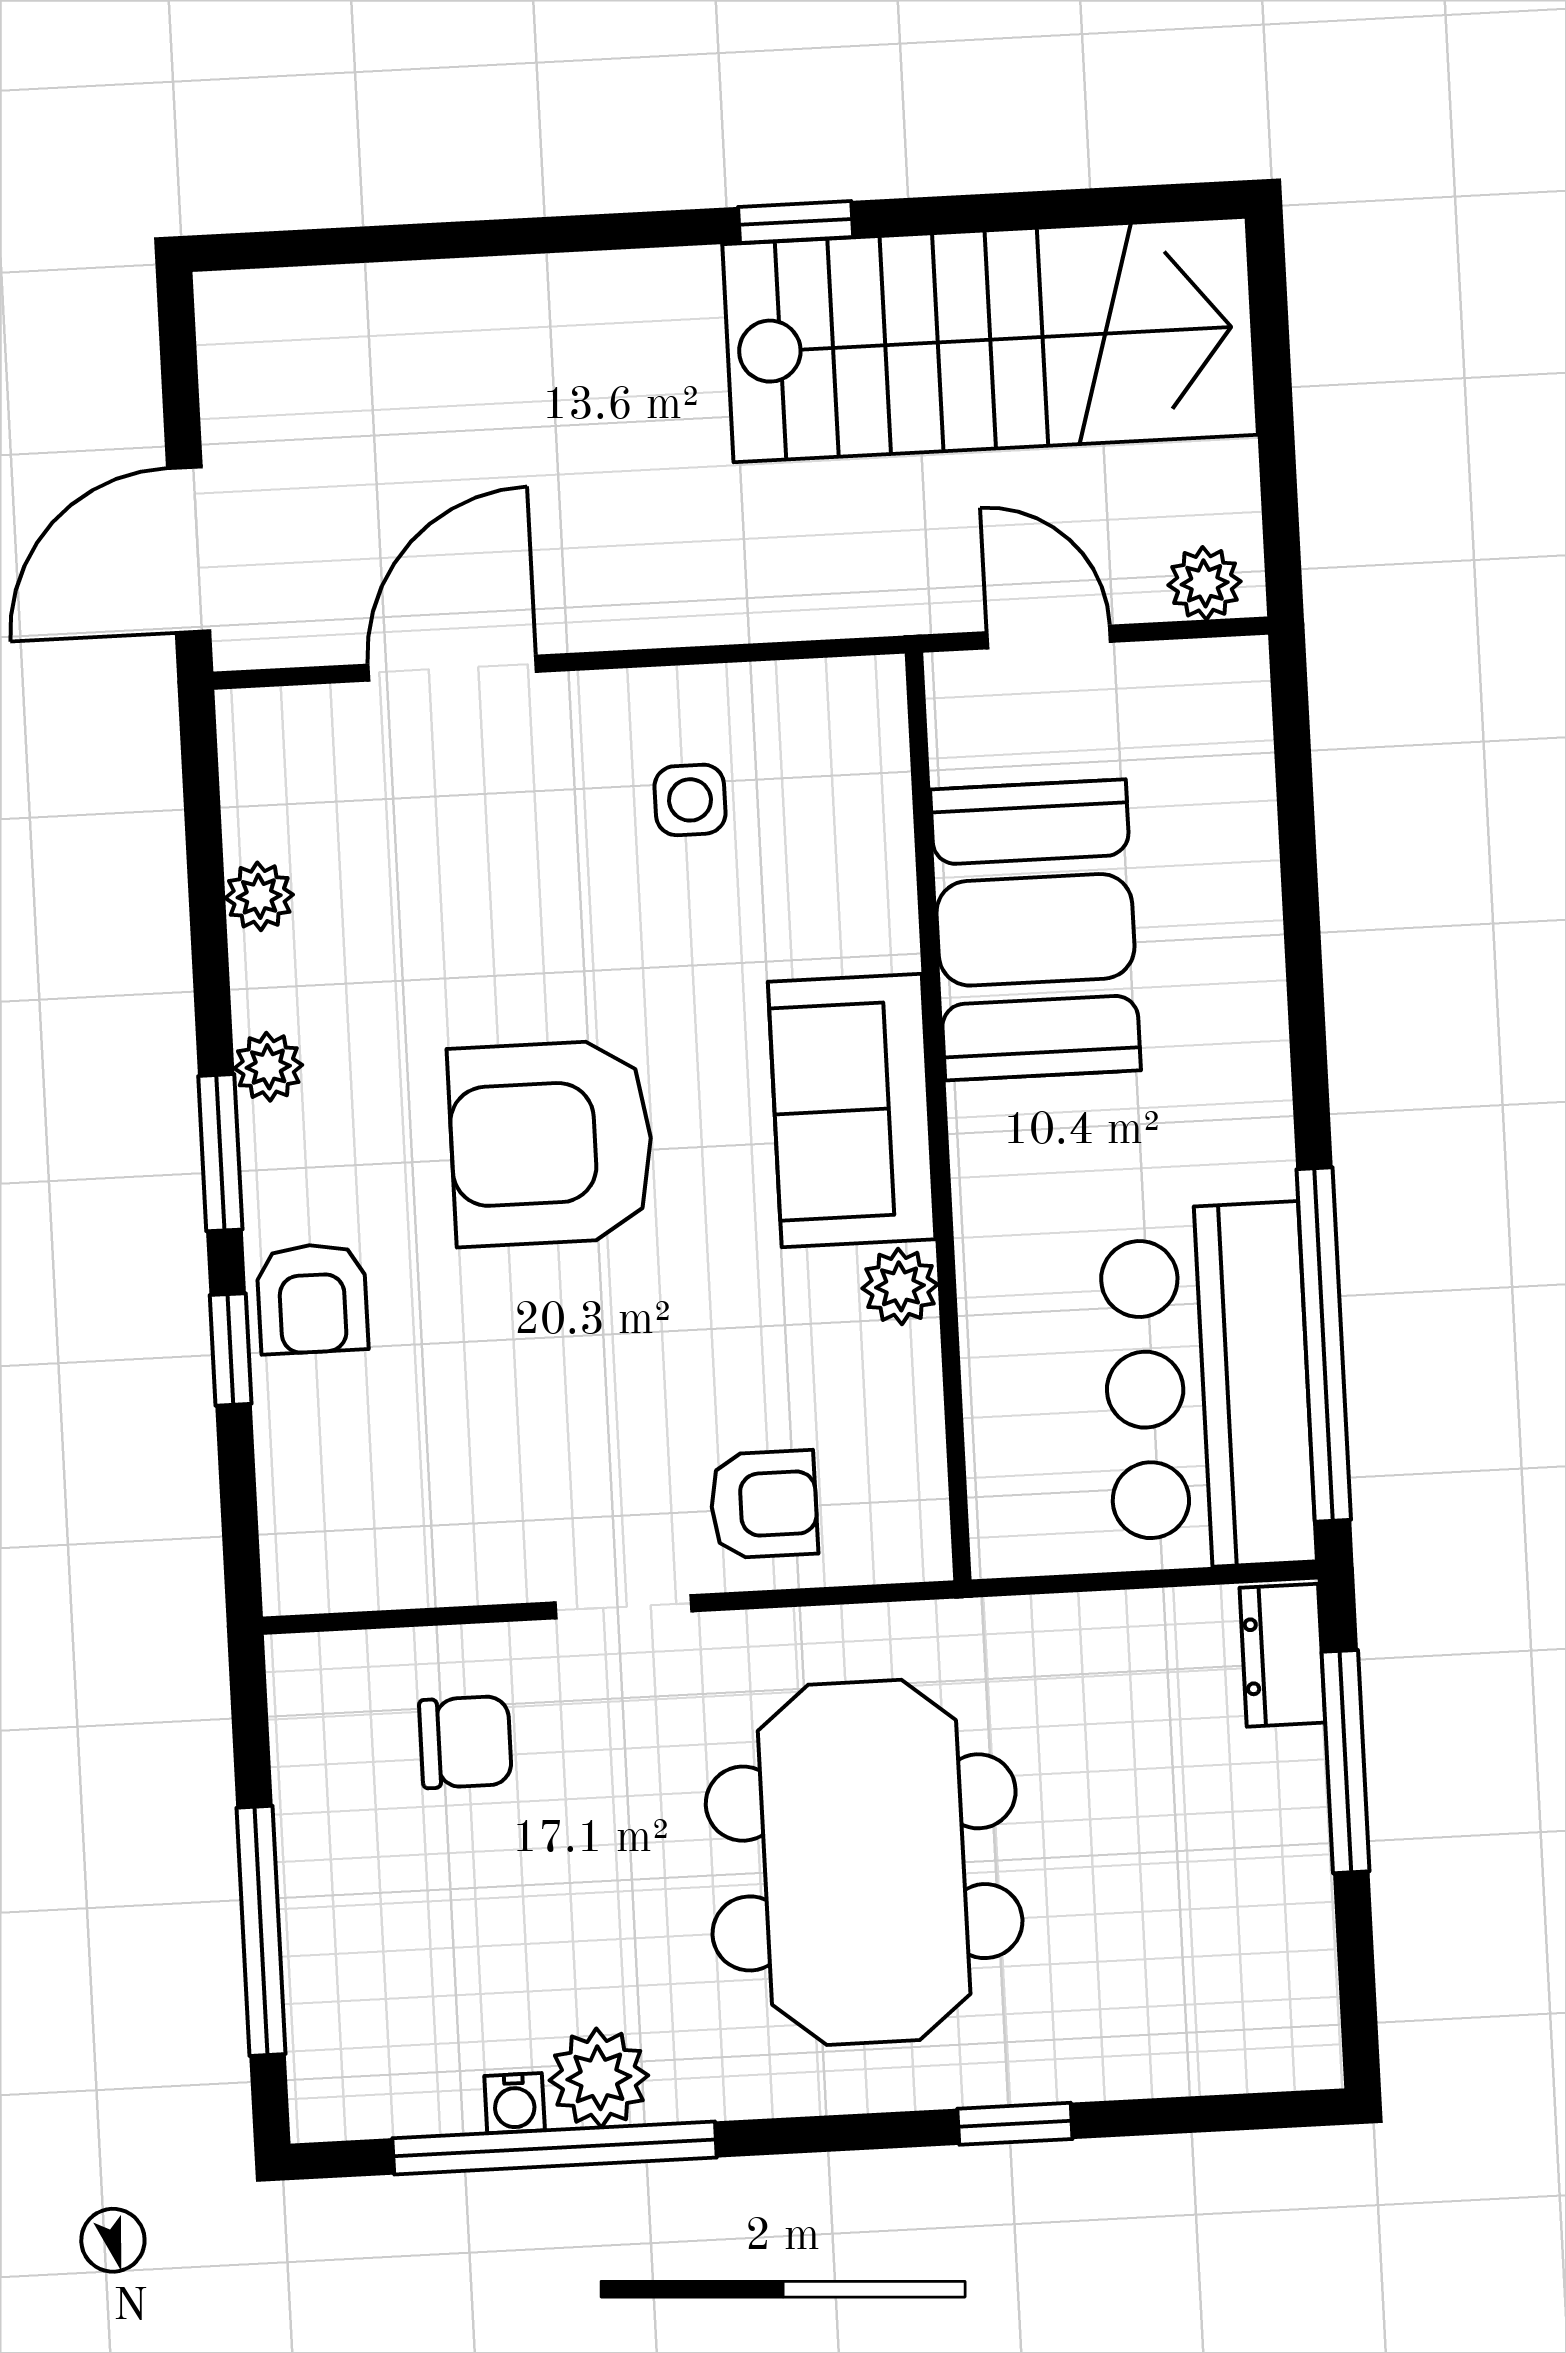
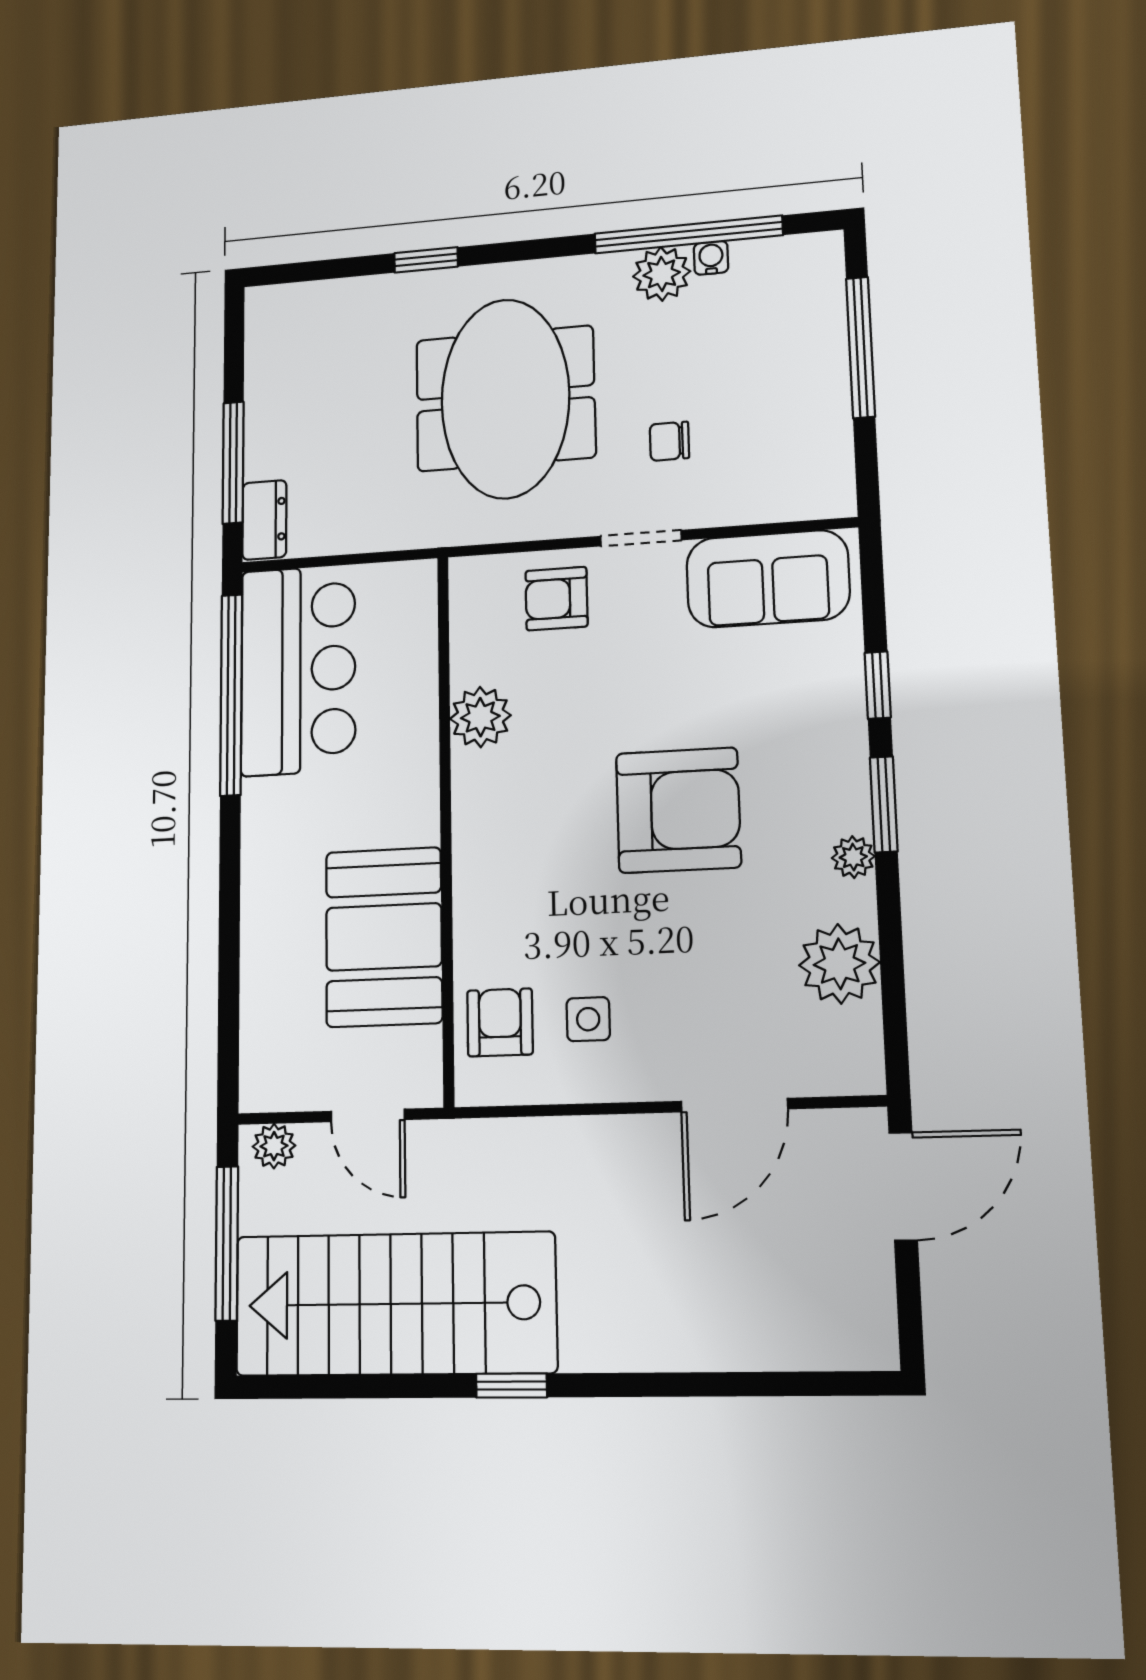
window: (1275, 425) -> (227, 1243), added
plant: (259, 896) -> (839, 964), width x1.88, depth x1.88
sofa: (852, 1111) -> (768, 579), moved, turned 90
plant: (900, 1286) -> (480, 717), width x1.38, depth x1.38
armchair: (312, 1299) -> (500, 1022), moved
chair: (465, 1742) -> (669, 441), moved, width x0.73, depth x0.73

